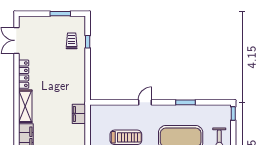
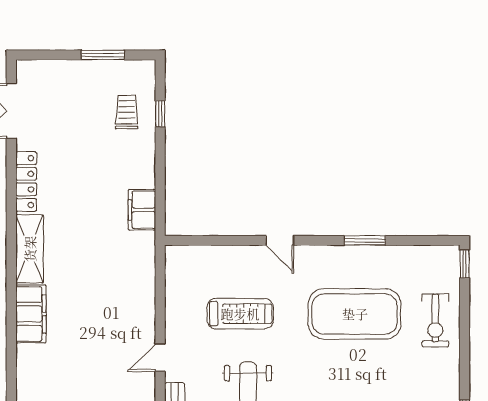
door: (145, 102) -> (280, 240), swing flipped
filing cabinet: (79, 114) -> (142, 210), moved

